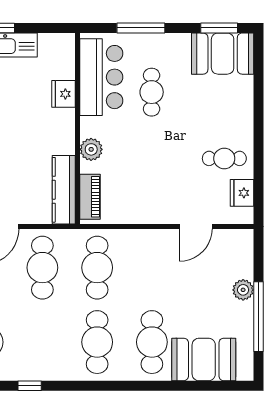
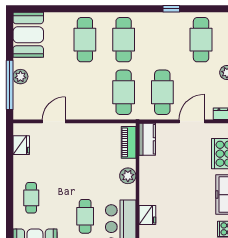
cafe table: (224, 158) -> (31, 198), moved, turned 90
kitchen counter: (64, 190) -> (147, 139), width x0.67
window: (258, 317) -> (10, 85), moved
booth: (204, 359) -> (28, 35), moved, turned 90

